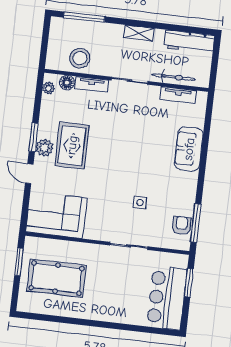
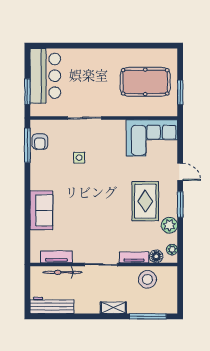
shelving: (139, 33) -> (113, 308), moved
plant: (44, 148) -> (169, 225), moved

